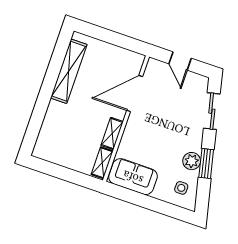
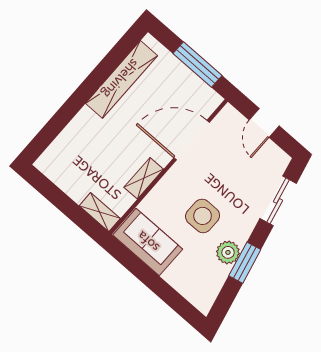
window: (117, 39) -> (198, 65), added
shelving: (102, 163) -> (100, 212), moved, turned 90
side table: (181, 188) -> (203, 216), moved, width x1.87, depth x1.87

